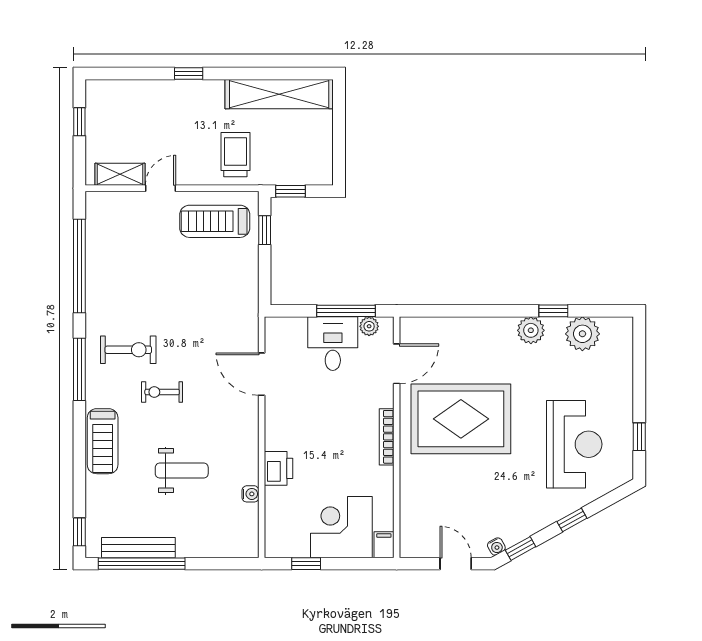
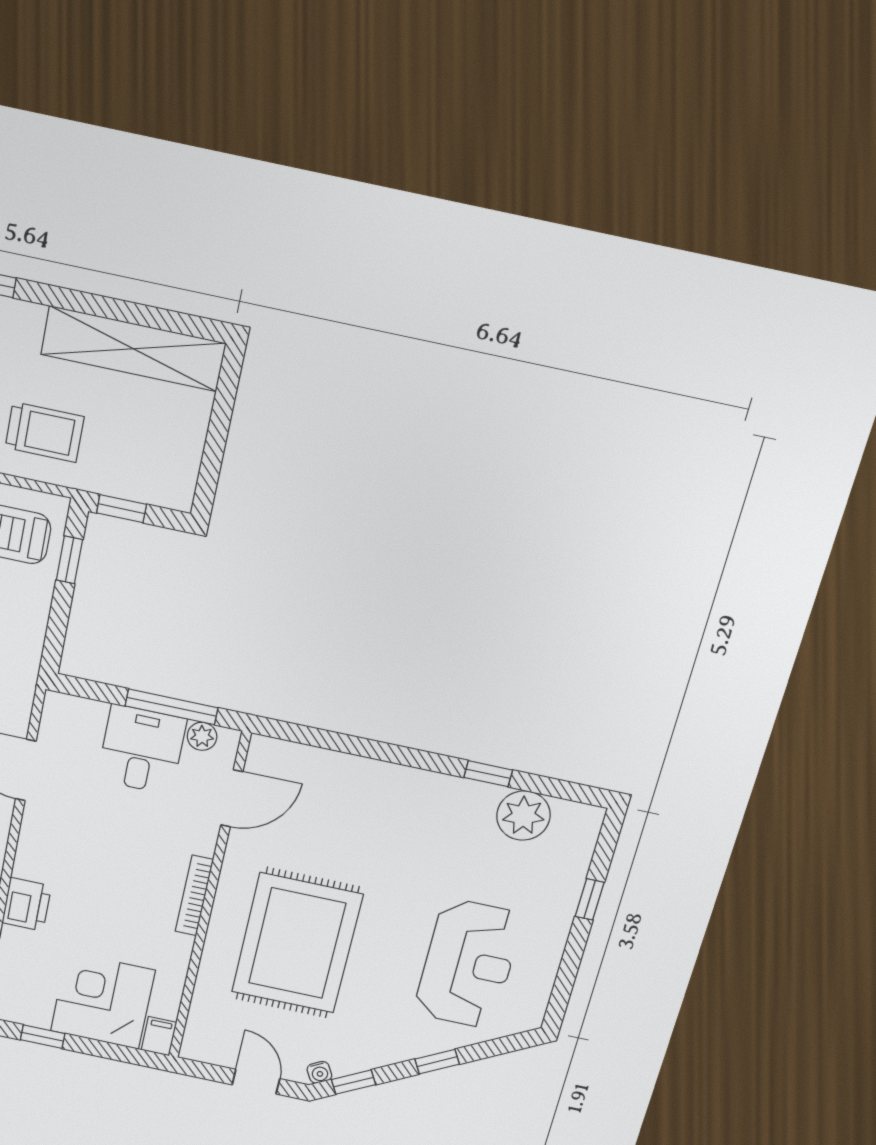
trolley: (235, 155) -> (45, 432), turned 90
plant: (531, 330) -> (446, 794), removed
rug: (461, 419) -> (297, 943), moved, turned 90
window: (639, 437) -> (590, 899), moved

